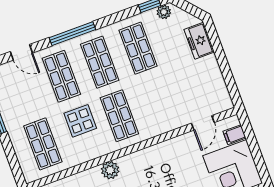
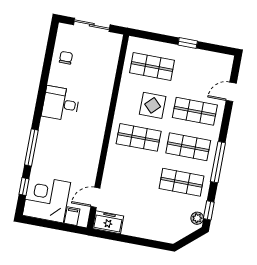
window: (72, 34) -> (218, 162), moved
freezer: (199, 41) -> (108, 222), moved
door: (203, 123) -> (95, 197), hinge flipped
plant: (110, 170) -> (102, 106), removed

